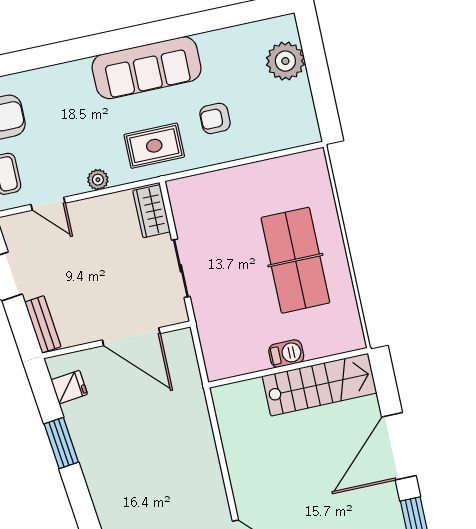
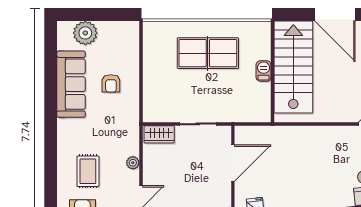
sofa: (147, 68) -> (71, 84), moved
rug: (154, 146) -> (88, 171), moved
stairs: (320, 385) -> (293, 67), width x1.36, depth x1.51

